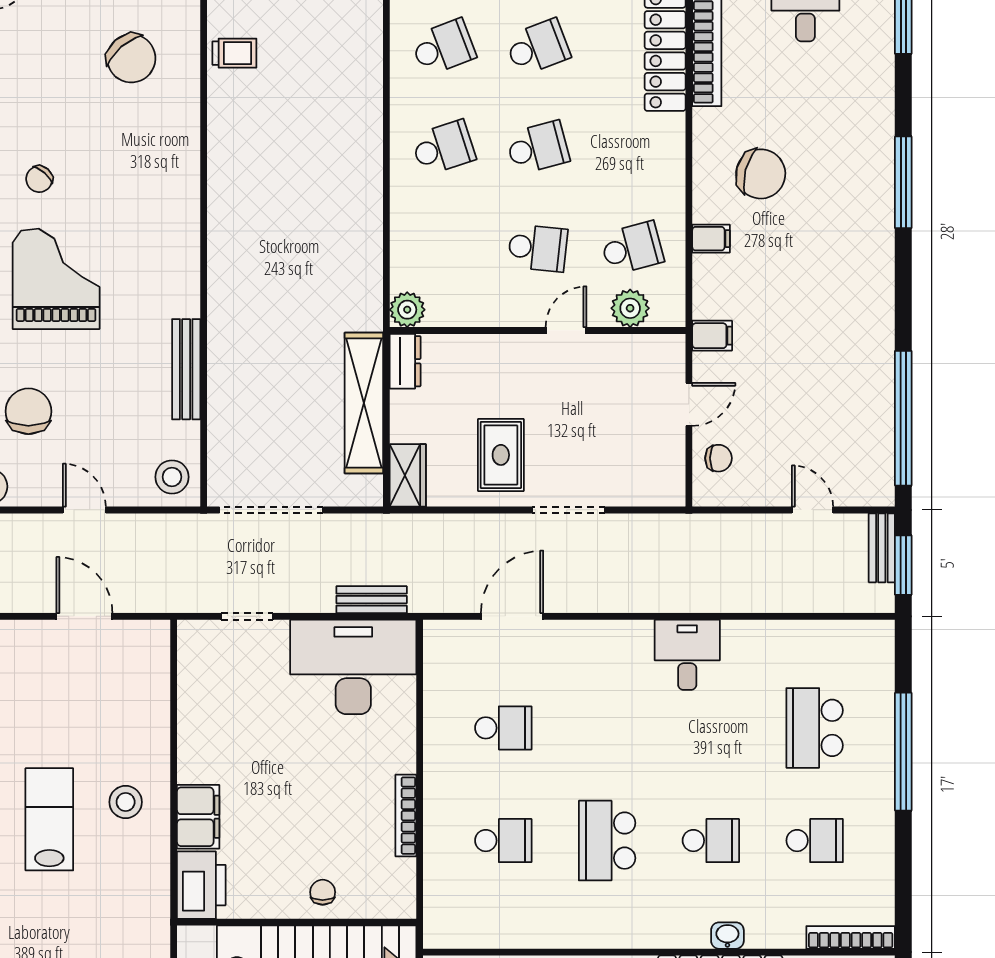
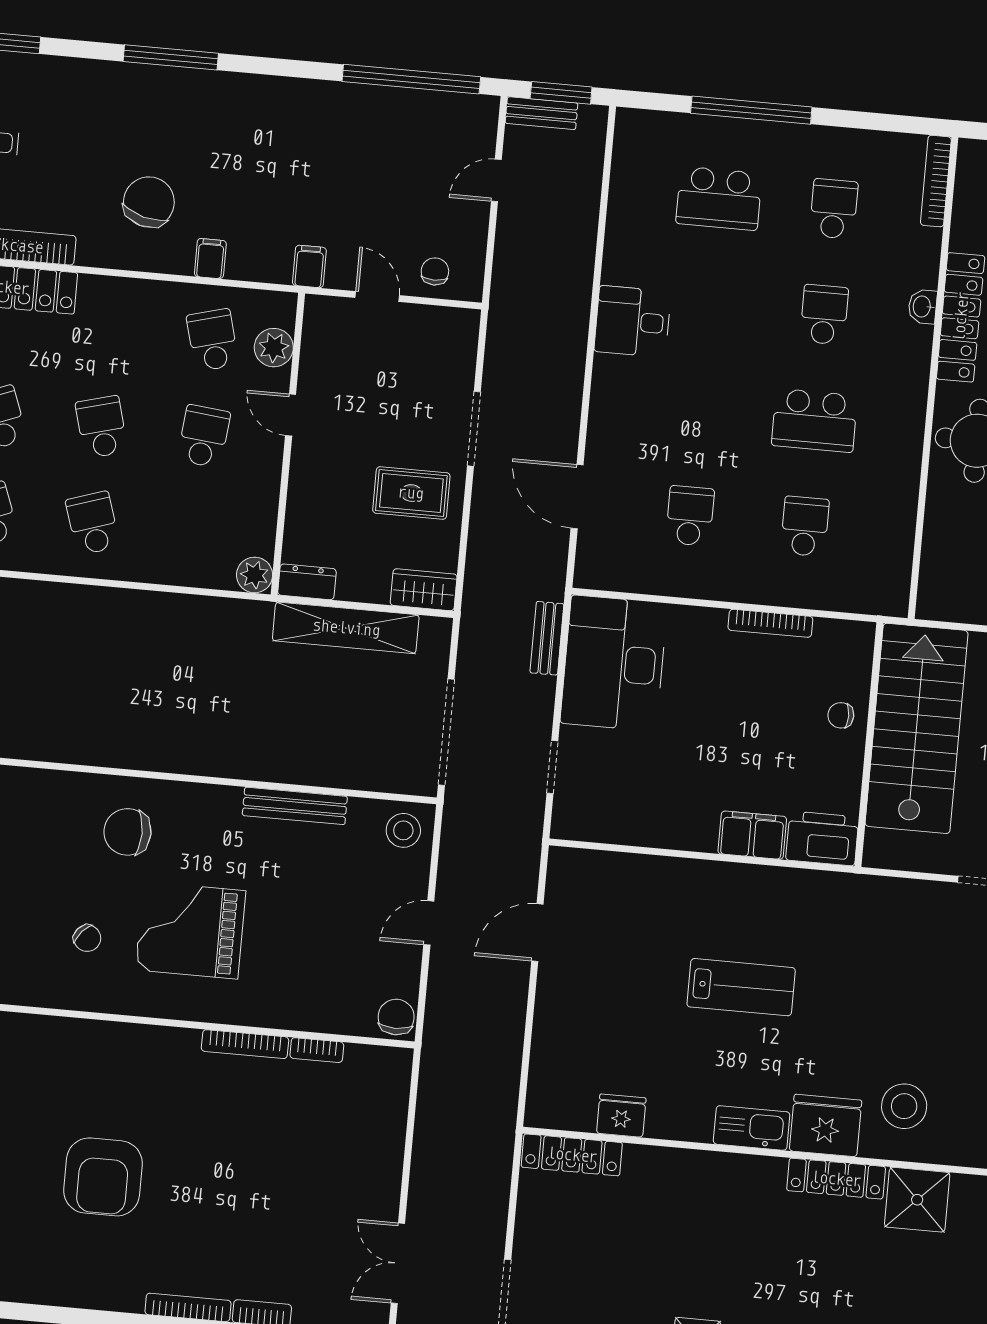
chair: (28, 411) -> (127, 832), moved
stool: (126, 802) -> (730, 908), removed
lab bench: (49, 819) -> (741, 987), turned 180

